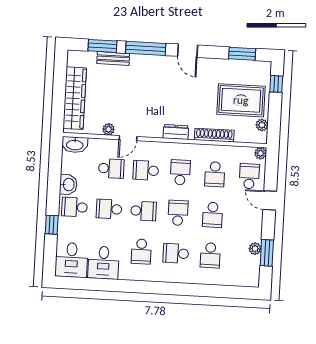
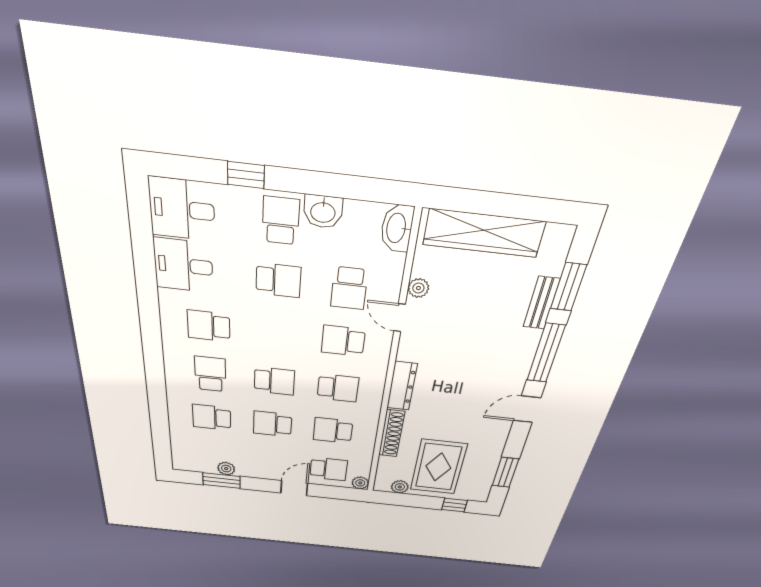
dresser: (176, 132) -> (402, 386), width x1.44
school desk: (146, 170) -> (343, 341), turned -90
school desk: (109, 209) -> (278, 280), turned 90
school desk: (143, 211) -> (276, 333), removed

